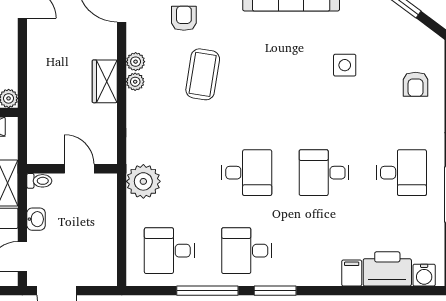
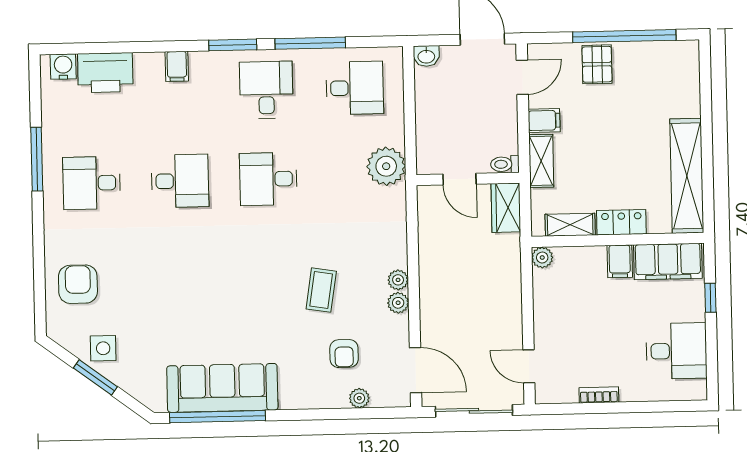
side table: (345, 65) -> (103, 348), moved
coffee table: (203, 74) -> (321, 290), width x0.73, depth x0.77
wardrobe: (105, 81) -> (506, 208), moved, turned 180
armchair: (416, 84) -> (78, 284), width x1.38, depth x1.38
washbasin: (36, 219) -> (426, 56), moved, turned -90
desk: (247, 251) -> (266, 90), turned -90
filing cabinet: (352, 273) -> (177, 66), moved

